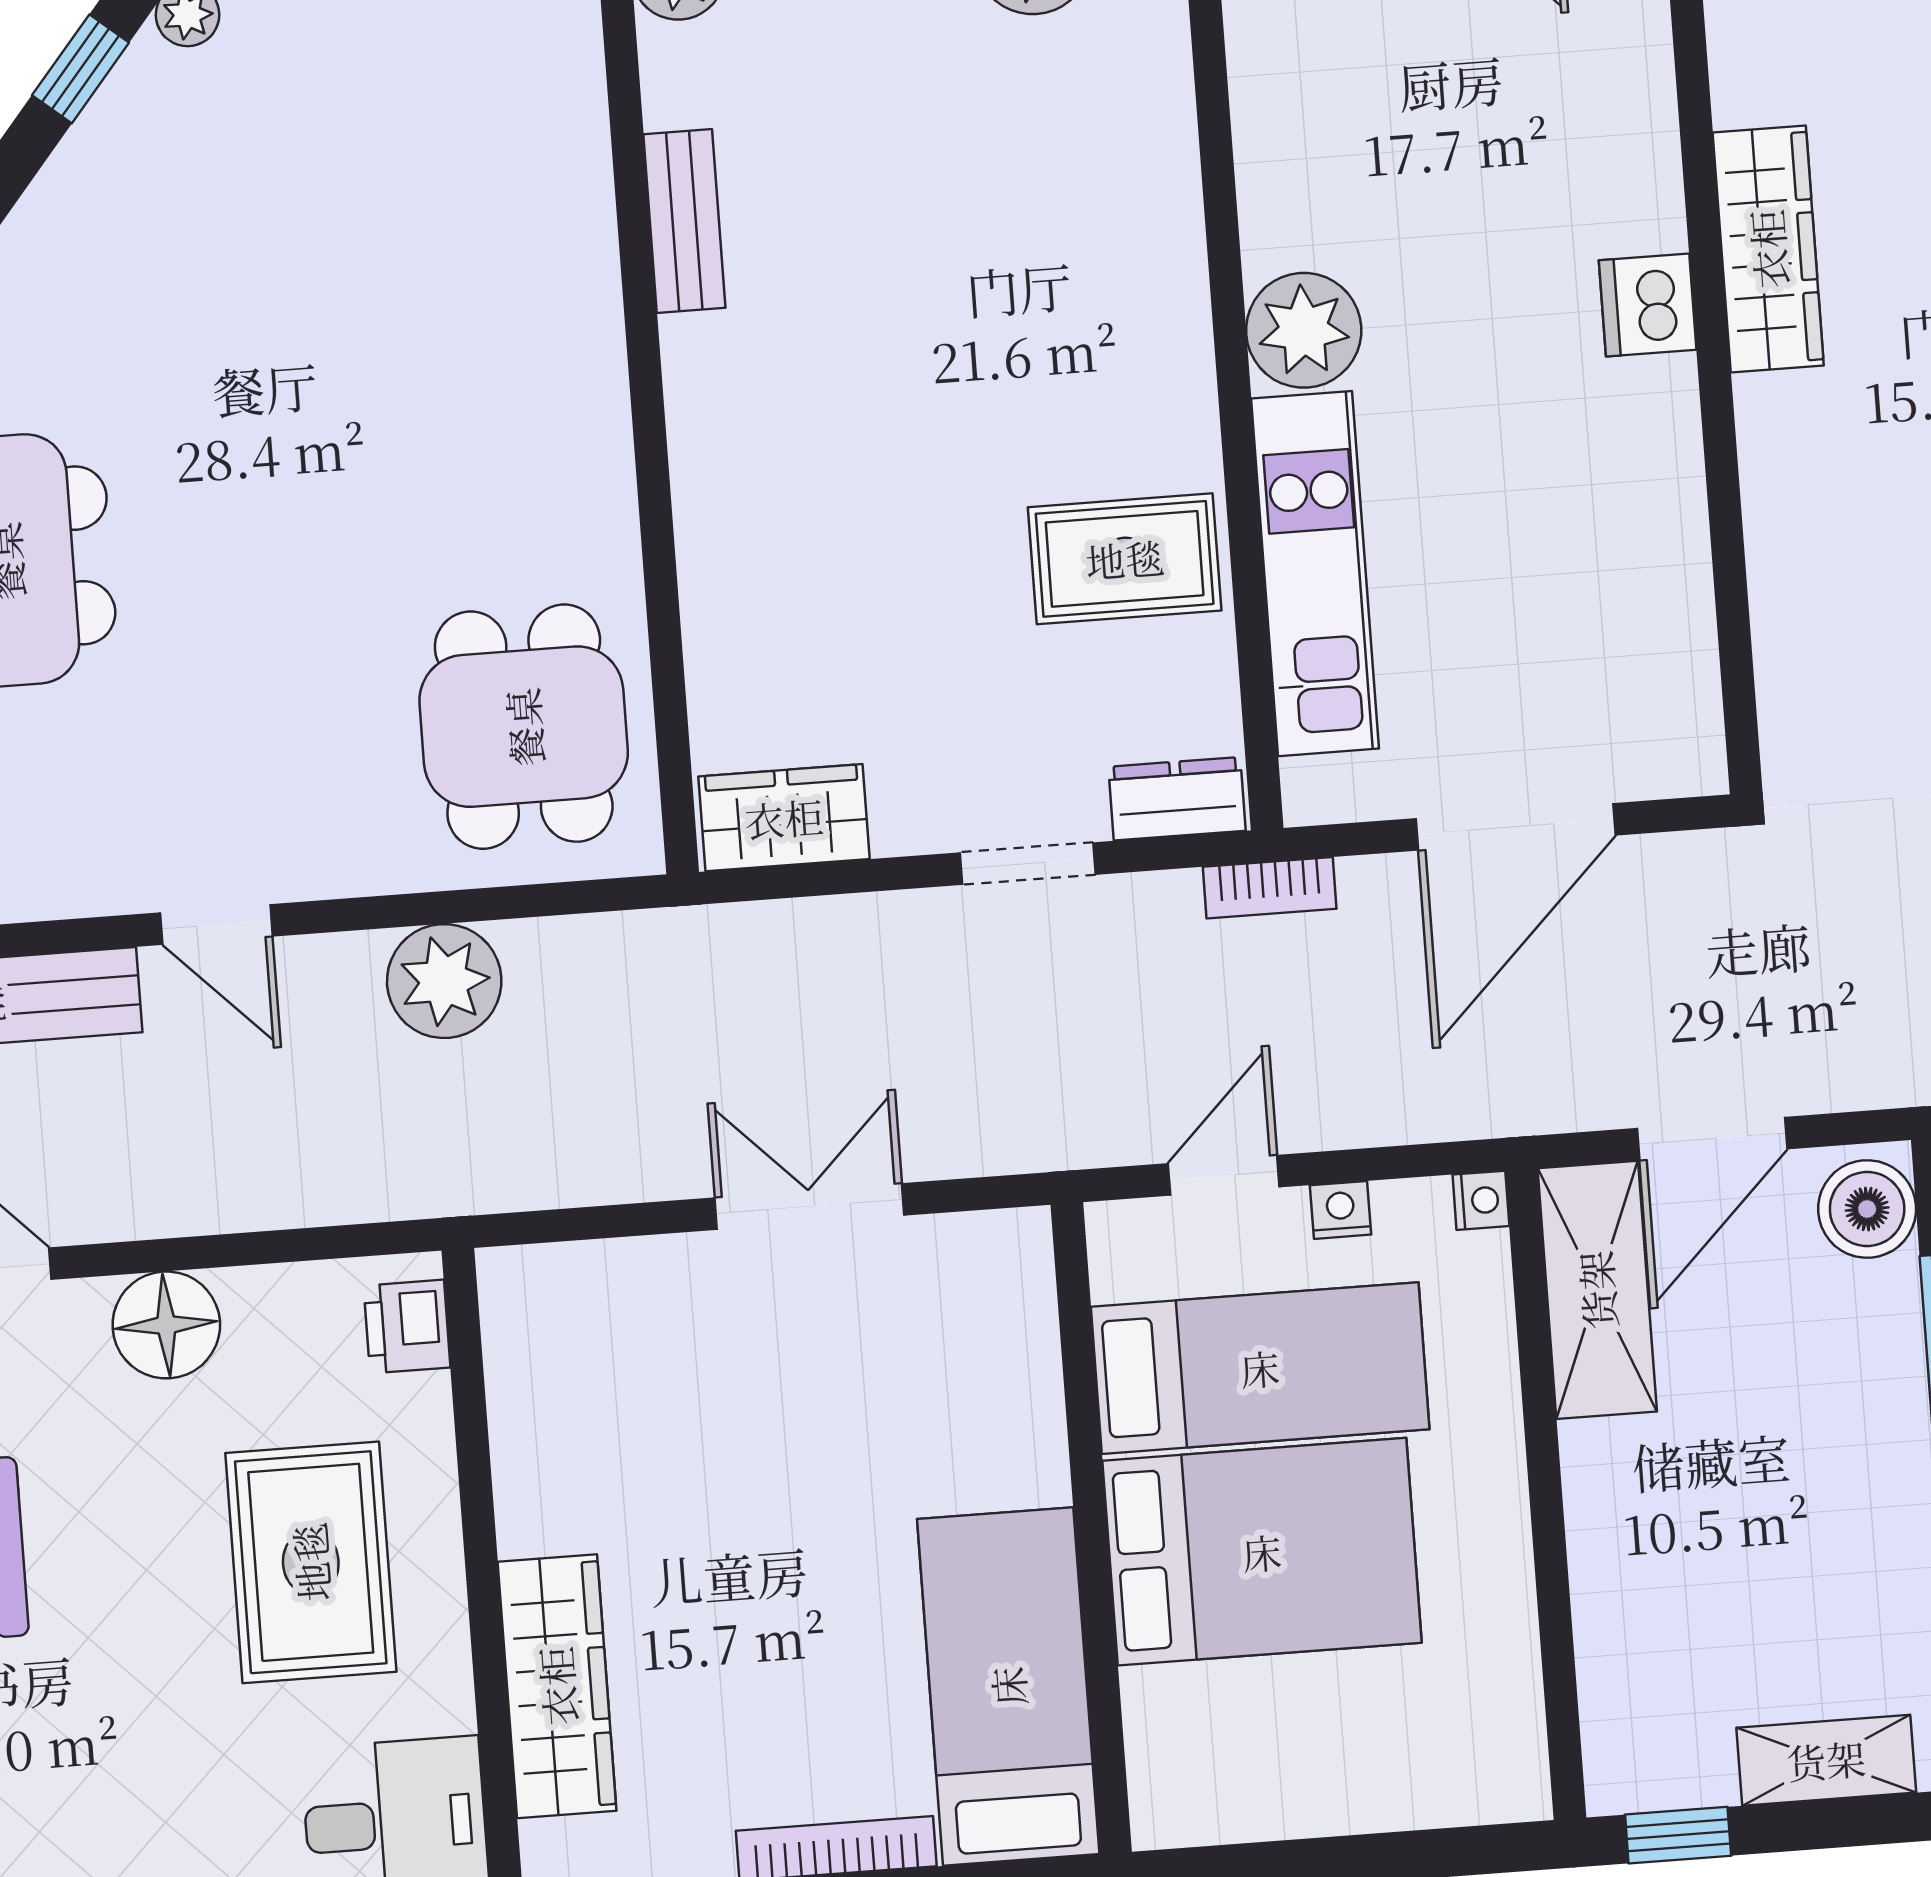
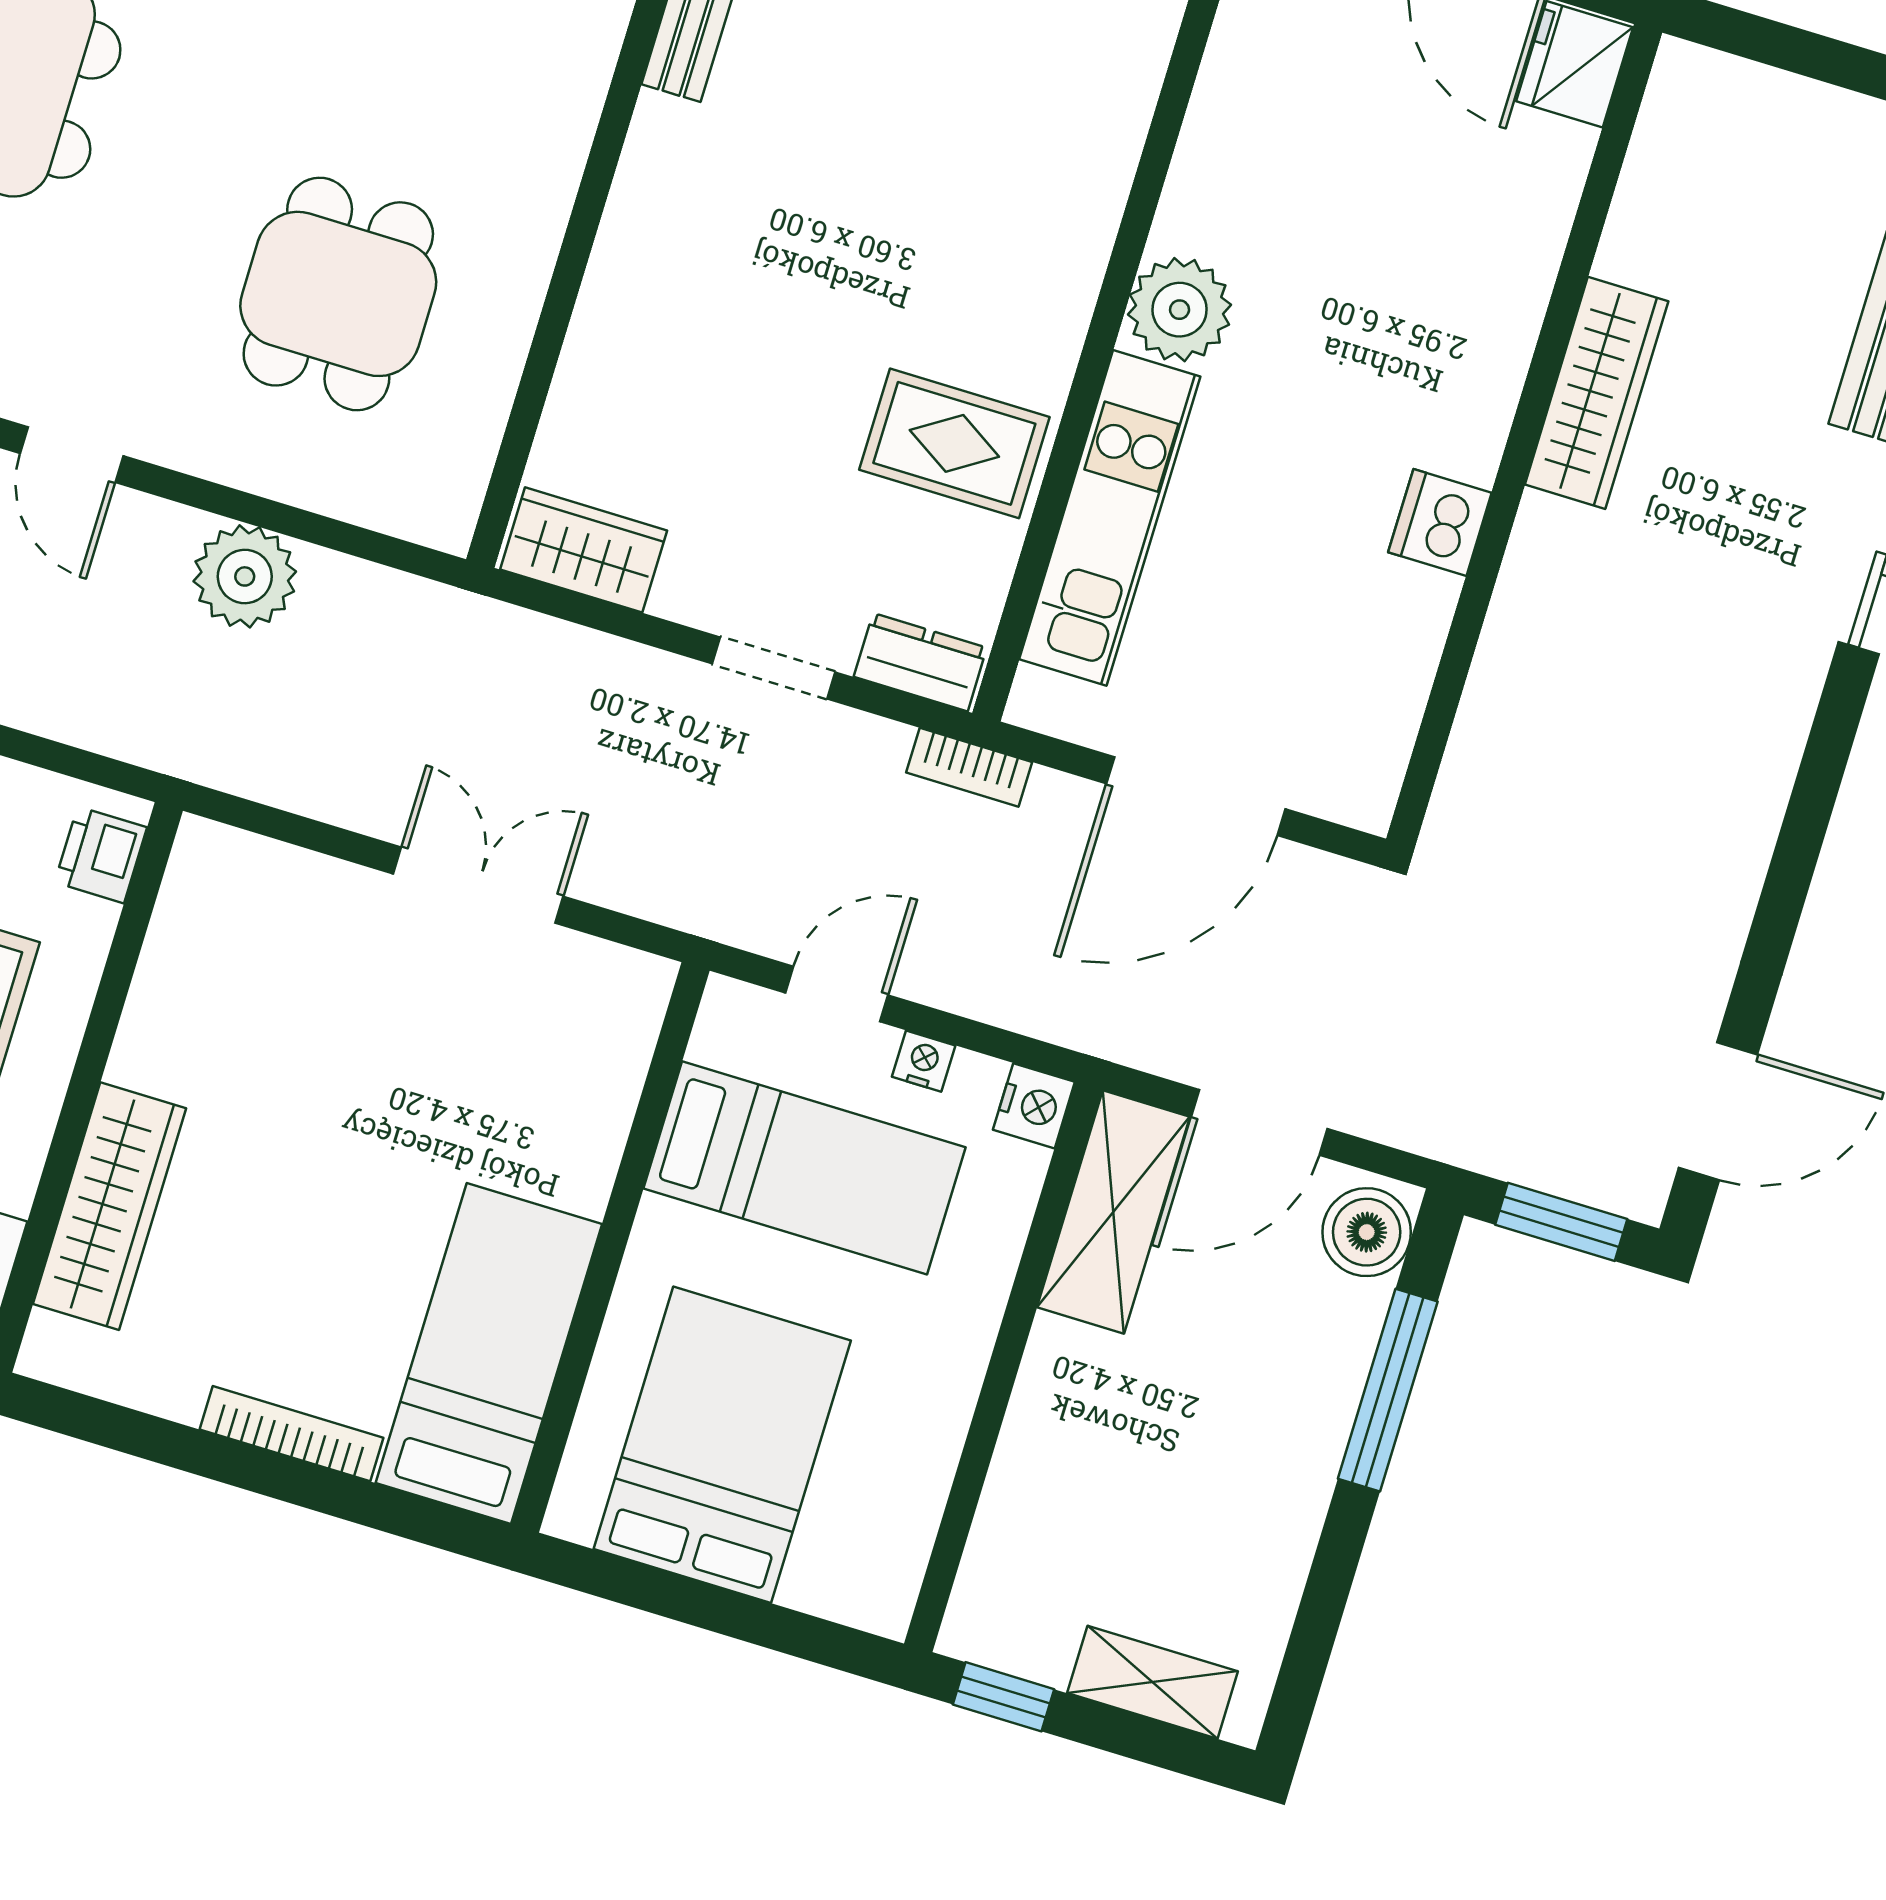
dishwasher: (1648, 305) -> (1440, 523), moved
dining table: (524, 727) -> (338, 294), moved
nightstand: (1481, 1200) -> (1034, 1106), width x1.39, depth x1.35
bed: (1262, 1552) -> (722, 1445), moved, turned -90

